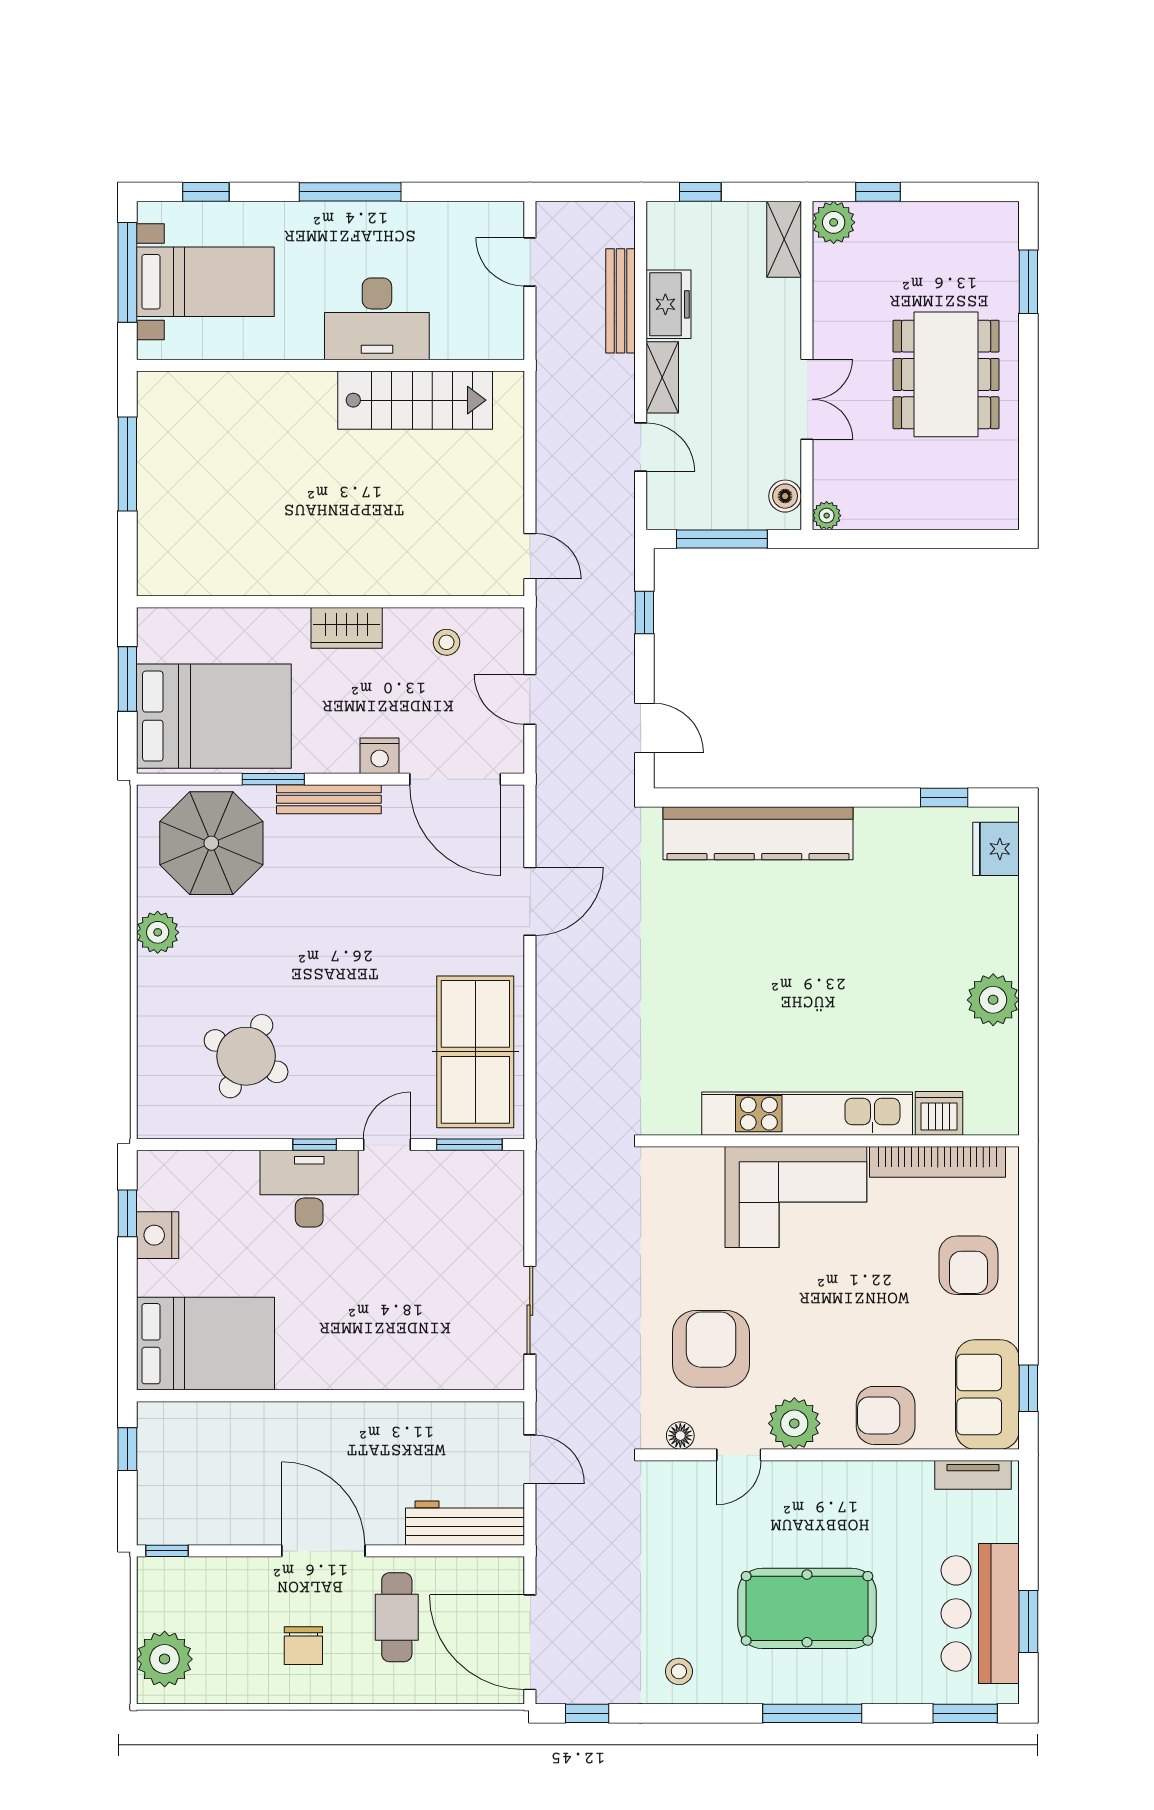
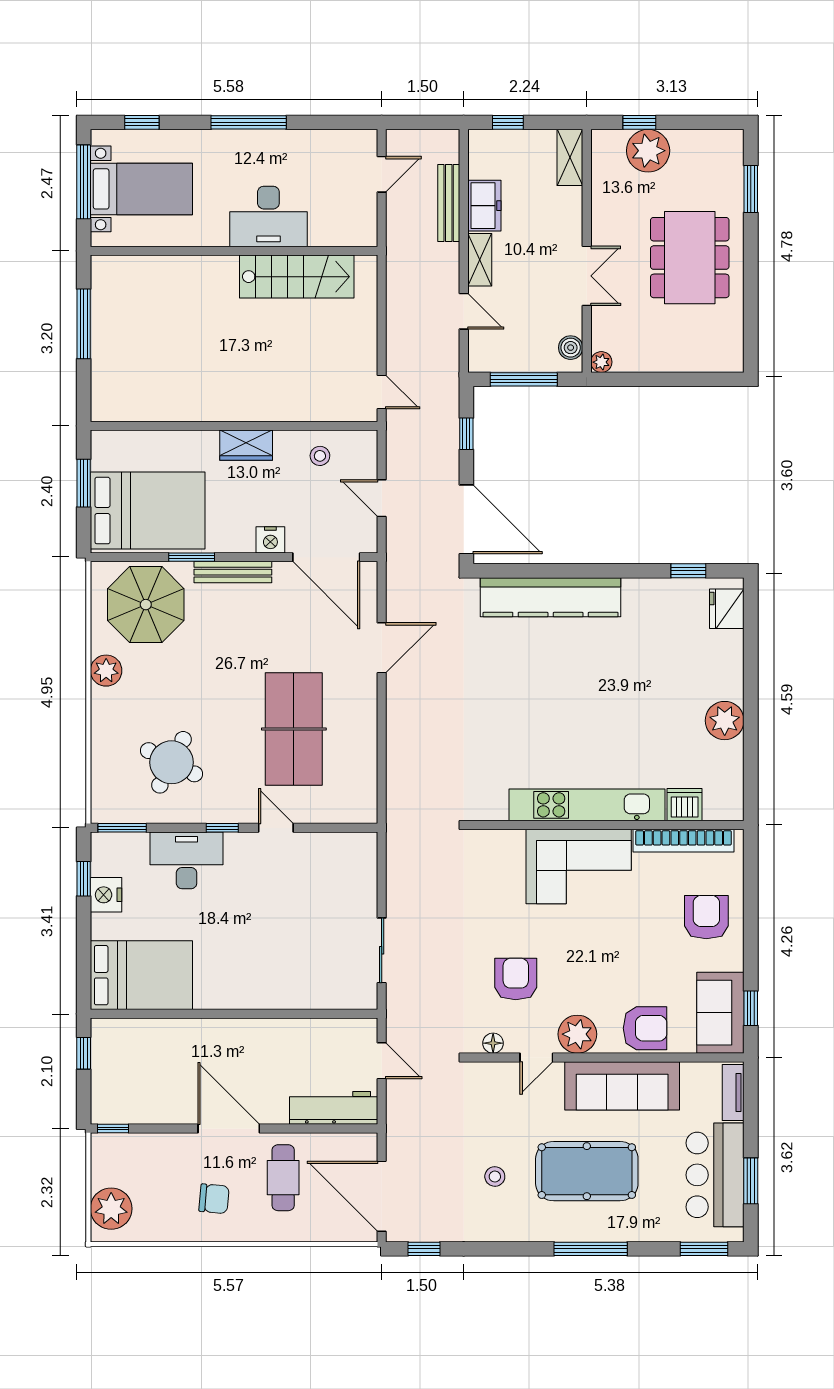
plant: (834, 222) -> (648, 151), moved, width x1.36, depth x1.36
door: (530, 262) -> (382, 174), swing flipped
door: (644, 728) -> (466, 519), width x1.87
table tennis table: (475, 1052) -> (294, 729), moved
door: (387, 1145) -> (276, 828), hinge flipped
window: (469, 1145) -> (122, 828), moved
desk: (309, 1189) -> (187, 860), moved
armchair: (969, 1265) -> (706, 917), turned 180
armchair: (711, 1349) -> (516, 979), width x0.73, depth x0.73
armchair: (886, 1415) -> (645, 1028), turned 180
tv unit: (973, 1475) -> (733, 1093), moved, turned 90
sofa: (855, 1493) -> (622, 1086), added
chair: (303, 1646) -> (214, 1199), turned -85
stool: (679, 1671) -> (495, 1176), moved

